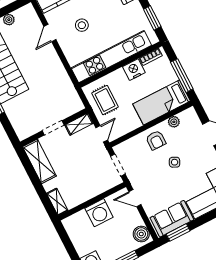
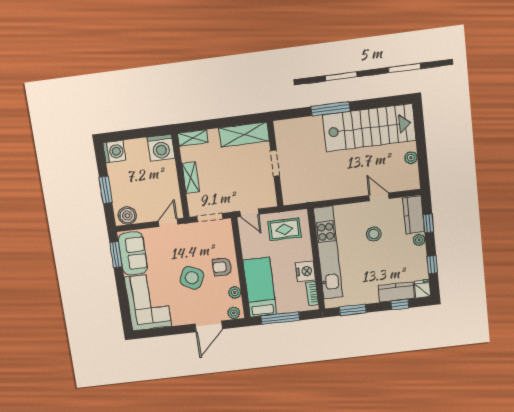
plant: (192, 116) -> (234, 313), added
shelving: (79, 124) -> (191, 178), moved
side table: (175, 162) -> (192, 278), width x1.87, depth x1.87
washing machine: (99, 213) -> (161, 148), moved, turned -90

